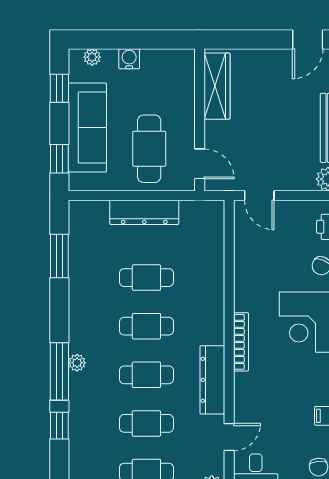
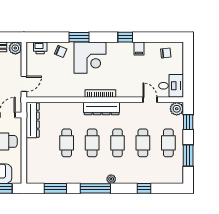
dresser: (144, 212) -> (33, 120), moved
window: (59, 371) -> (95, 188), moved
dresser: (212, 380) -> (102, 108), moved

